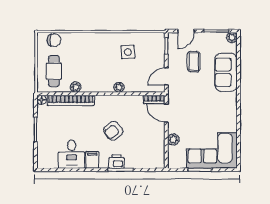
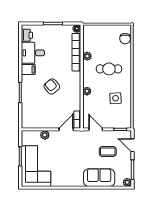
cafe table: (54, 71) -> (109, 69), moved
printer: (117, 162) -> (27, 35), moved

